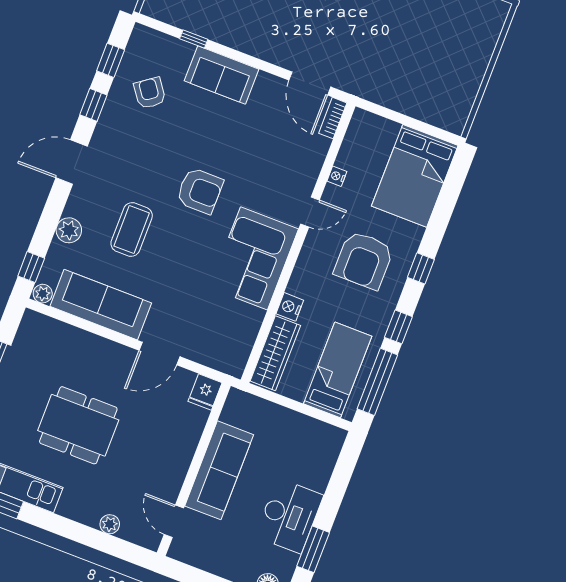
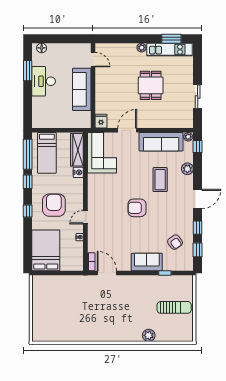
corner sofa: (254, 258) -> (102, 153), moved
dining table: (78, 425) -> (151, 85), width x0.73
plant: (110, 524) -> (142, 48), moved

